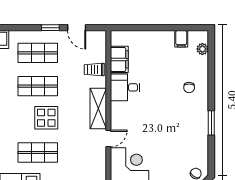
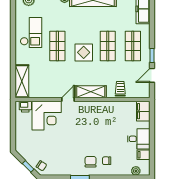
filing cabinet: (119, 59) -> (143, 111), moved, turned 90
desk: (125, 87) -> (139, 139), moved, turned 90
chair: (190, 109) -> (91, 162), added
door: (108, 138) -> (68, 100), swing flipped

